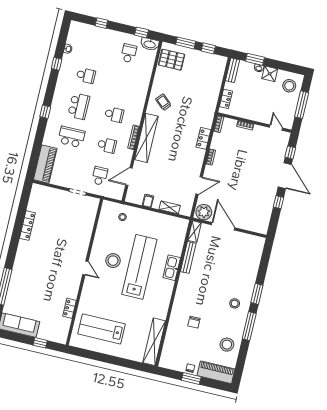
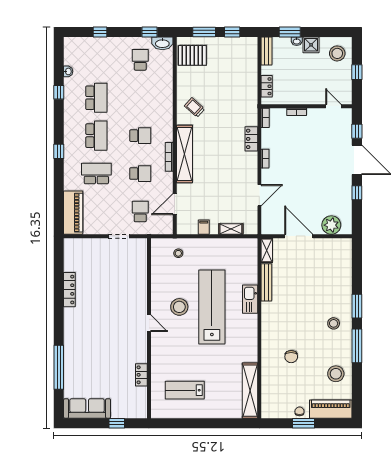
school desk: (86, 76) -> (96, 98), width x1.85
window: (302, 105) -> (357, 72), width x0.46
plant: (204, 212) -> (331, 225), moved
lab bench: (102, 329) -> (185, 390), width x0.73, depth x0.72

